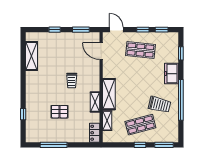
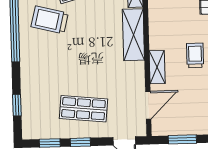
door: (101, 51) -> (148, 105), hinge flipped
freezer: (172, 74) -> (31, 71), removed
shelving: (95, 102) -> (157, 67), moved

